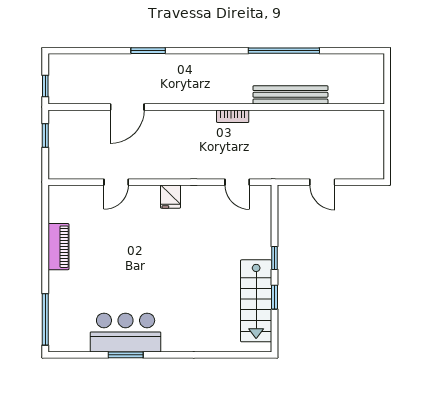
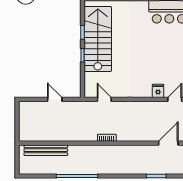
bench: (290, 95) -> (46, 150), moved
fridge: (170, 197) -> (158, 91), moved
stairs: (256, 301) -> (98, 39), width x1.36, depth x1.51

